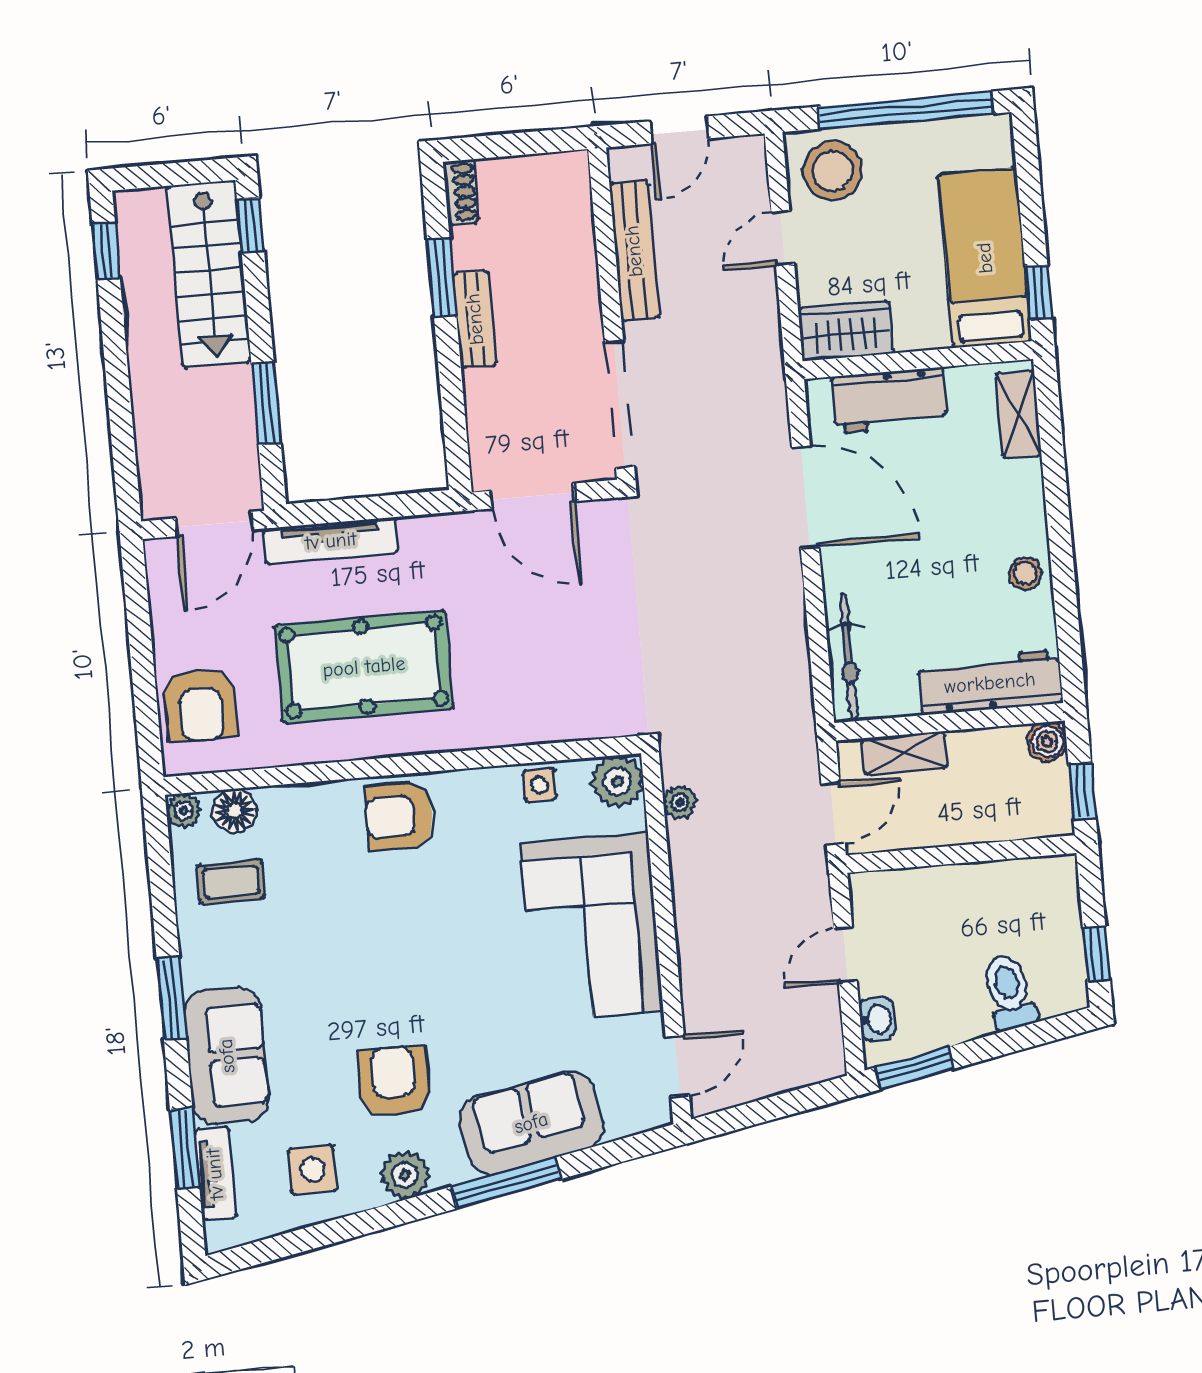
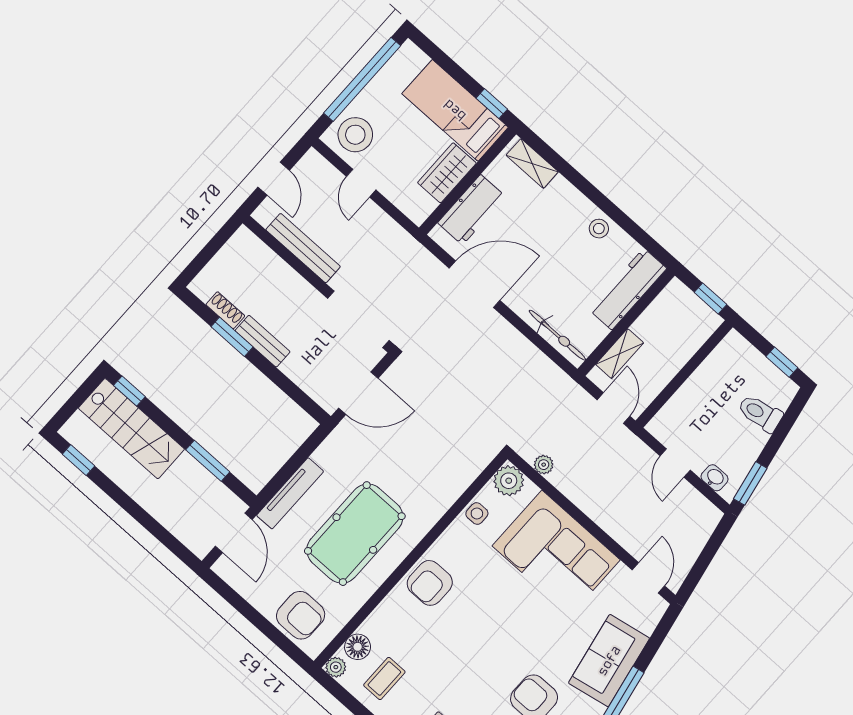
shoe rack: (461, 192) -> (225, 310), moved
wardrobe: (846, 331) -> (447, 173), moved
boiler: (1047, 742) -> (676, 291), removed

